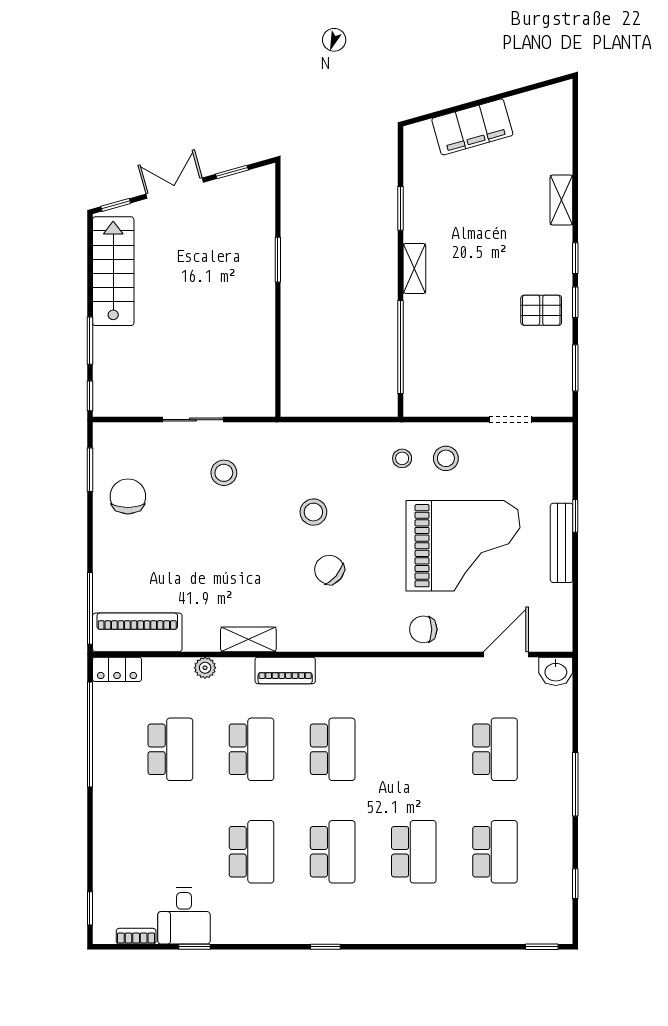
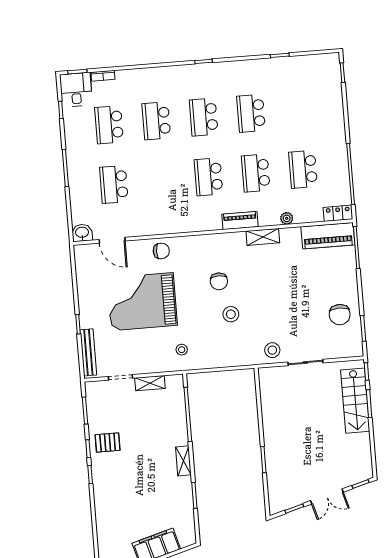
shelving: (561, 200) -> (150, 383), moved, turned 90
stairs: (113, 271) -> (355, 401), moved
stool: (446, 458) -> (156, 352), removed
stool: (224, 473) -> (272, 350), moved
bench: (562, 543) -> (88, 352), moved
chair: (329, 570) -> (219, 281), turned 50
door: (506, 654) -> (112, 240), hinge flipped
desk: (184, 916) -> (76, 90), moved
bookcase: (136, 936) -> (103, 76), moved

